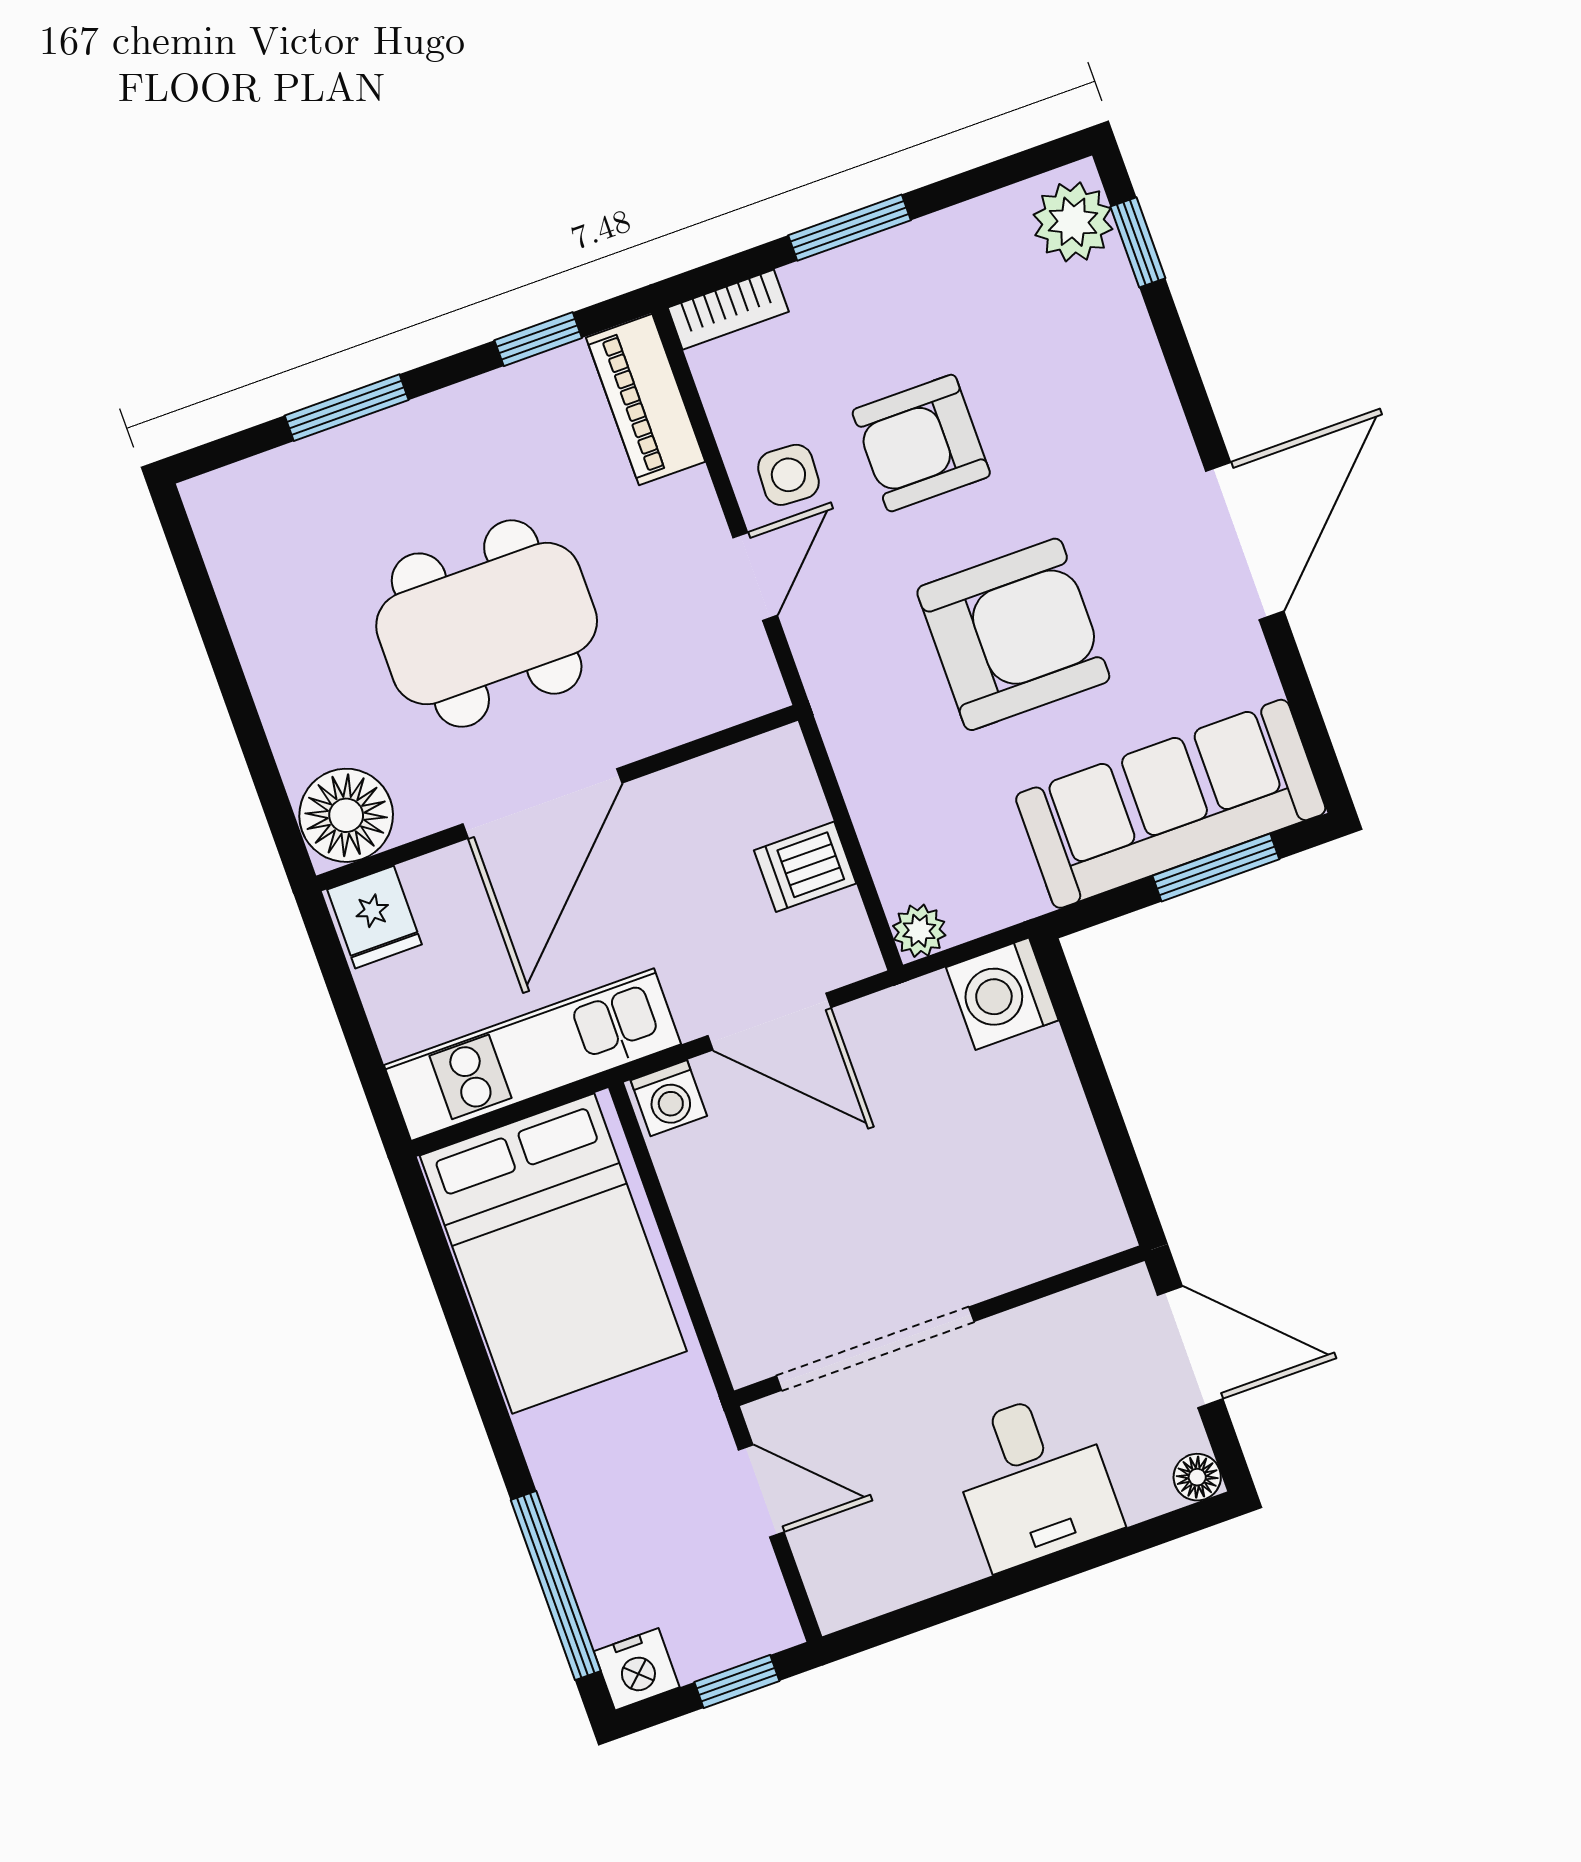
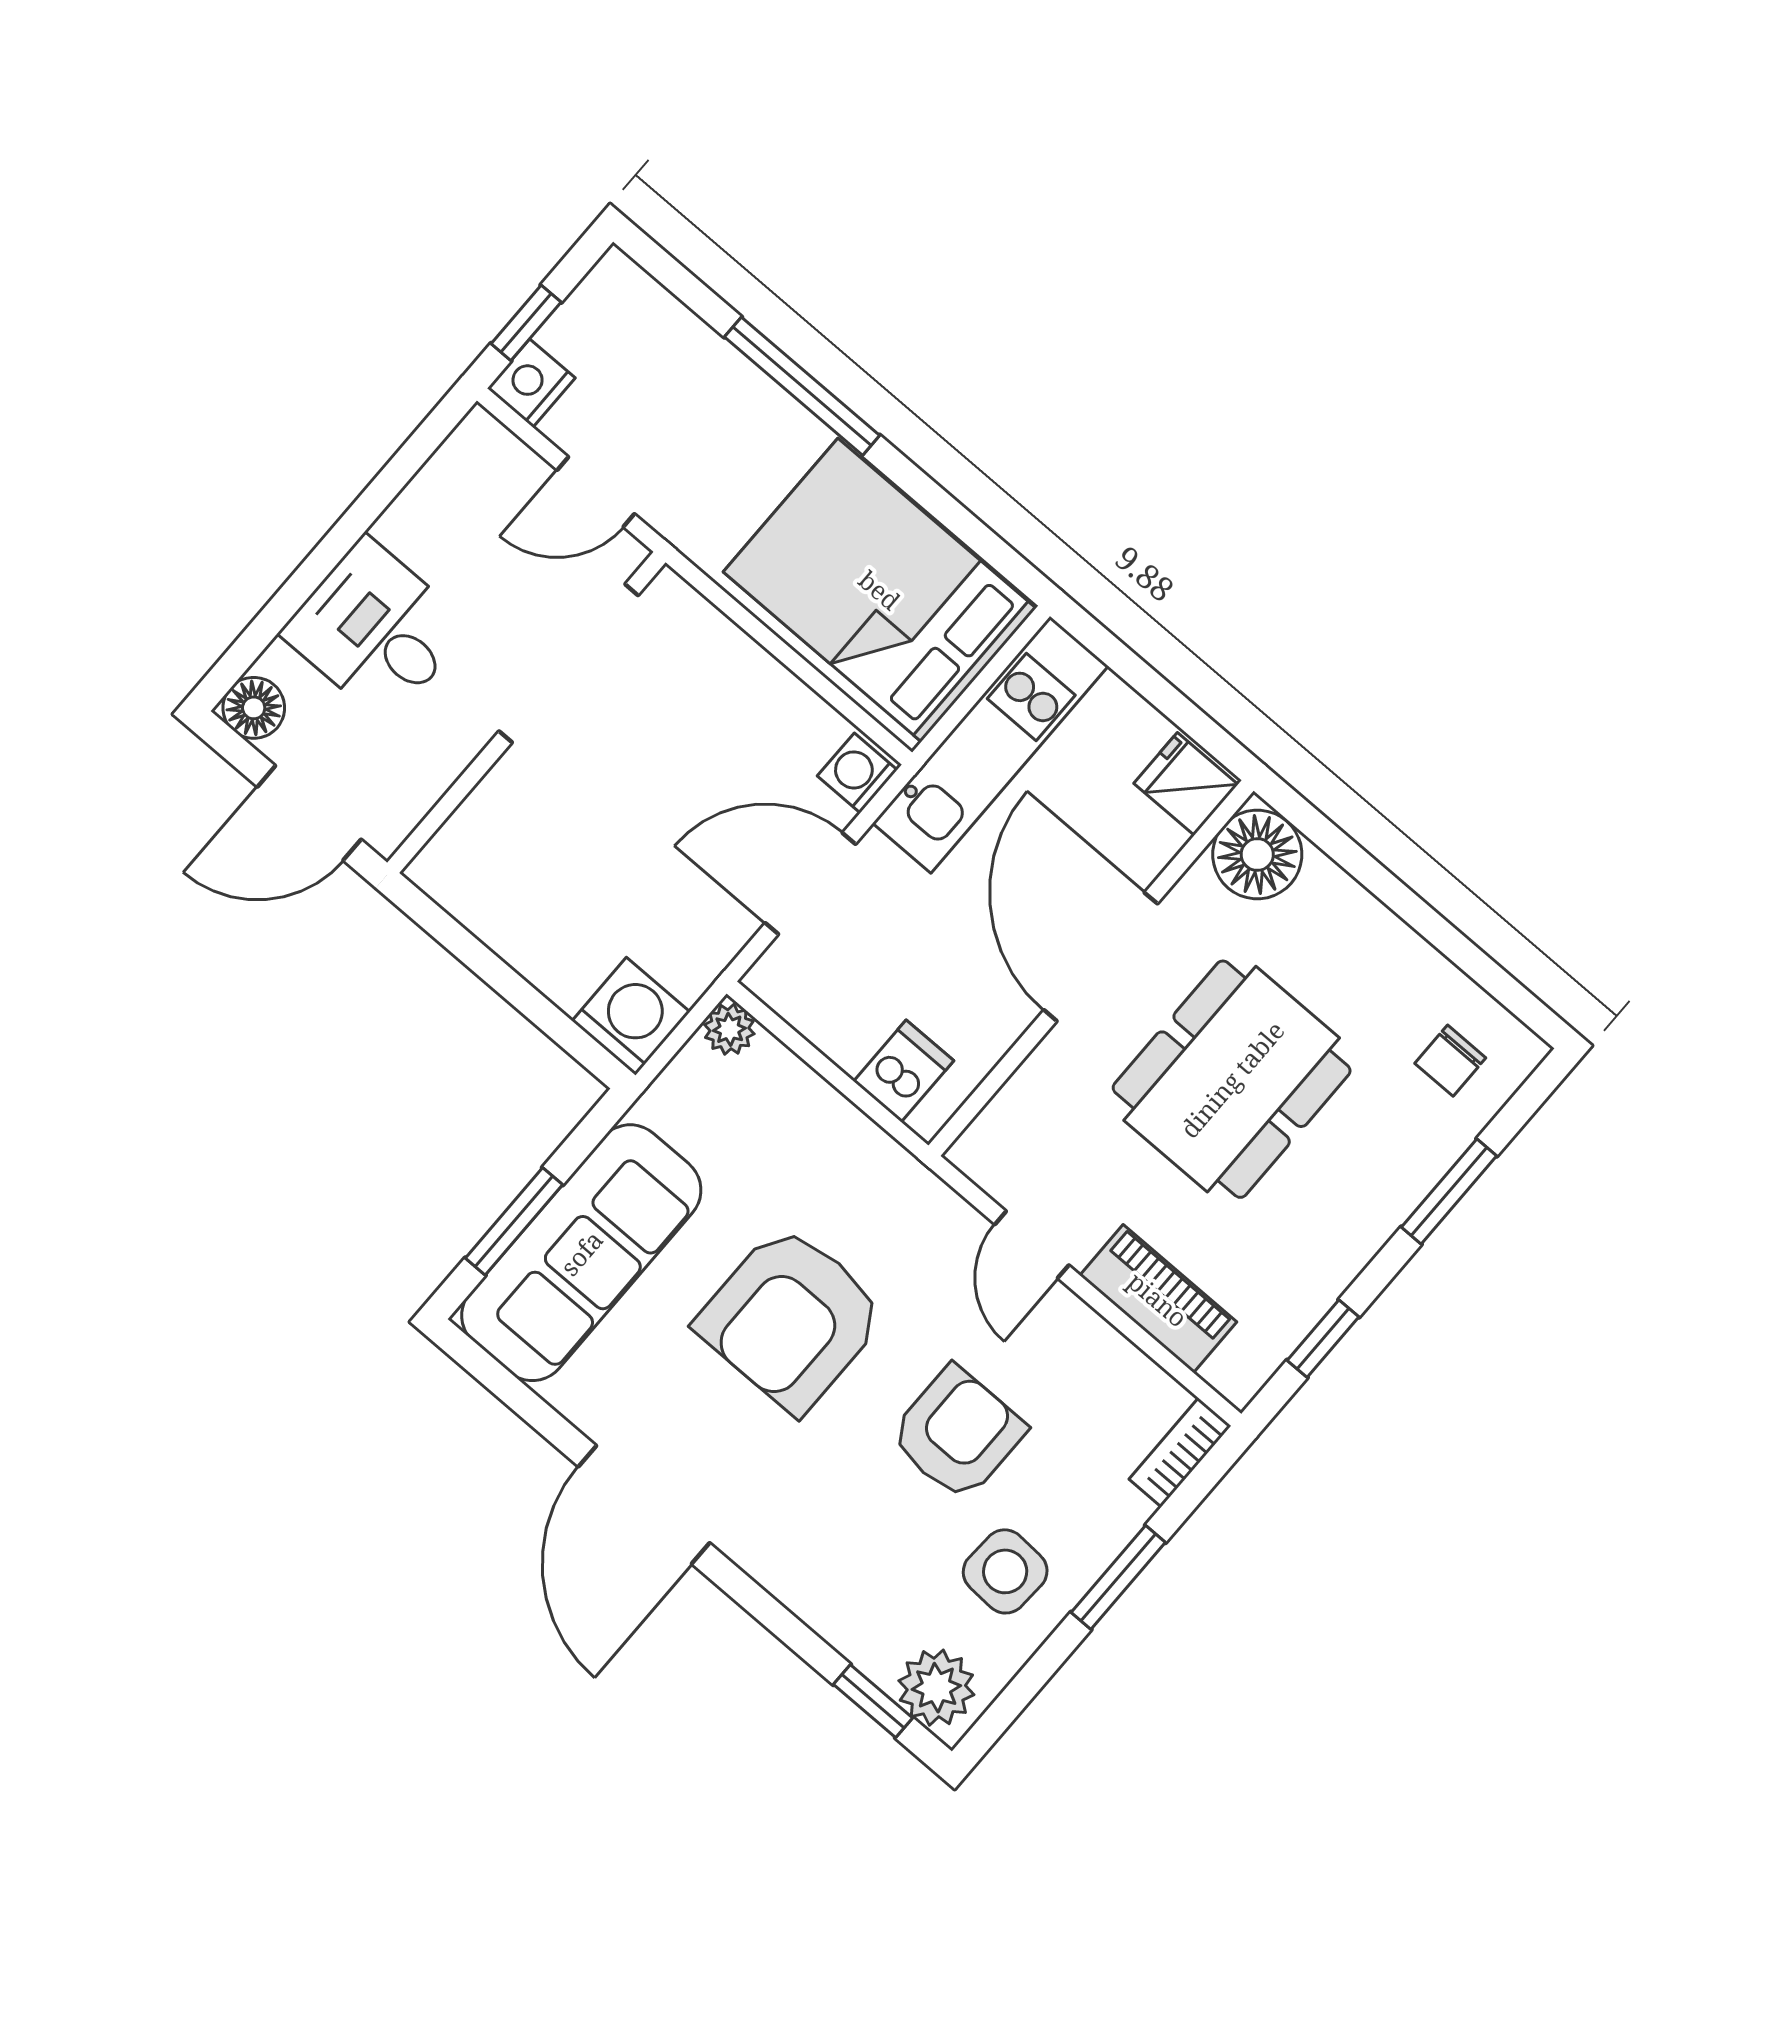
piano: (646, 400) -> (1158, 1299), moved
side table: (788, 475) -> (1005, 1571), moved, width x1.37, depth x1.37
chair: (277, 527) -> (1450, 1061), added
dishwasher: (805, 867) -> (904, 1071), moved
floor lamp: (1197, 1477) -> (254, 708), width x1.37, depth x1.37
window: (556, 1586) -> (802, 386), moved
nightstand: (637, 1669) -> (531, 383), moved

